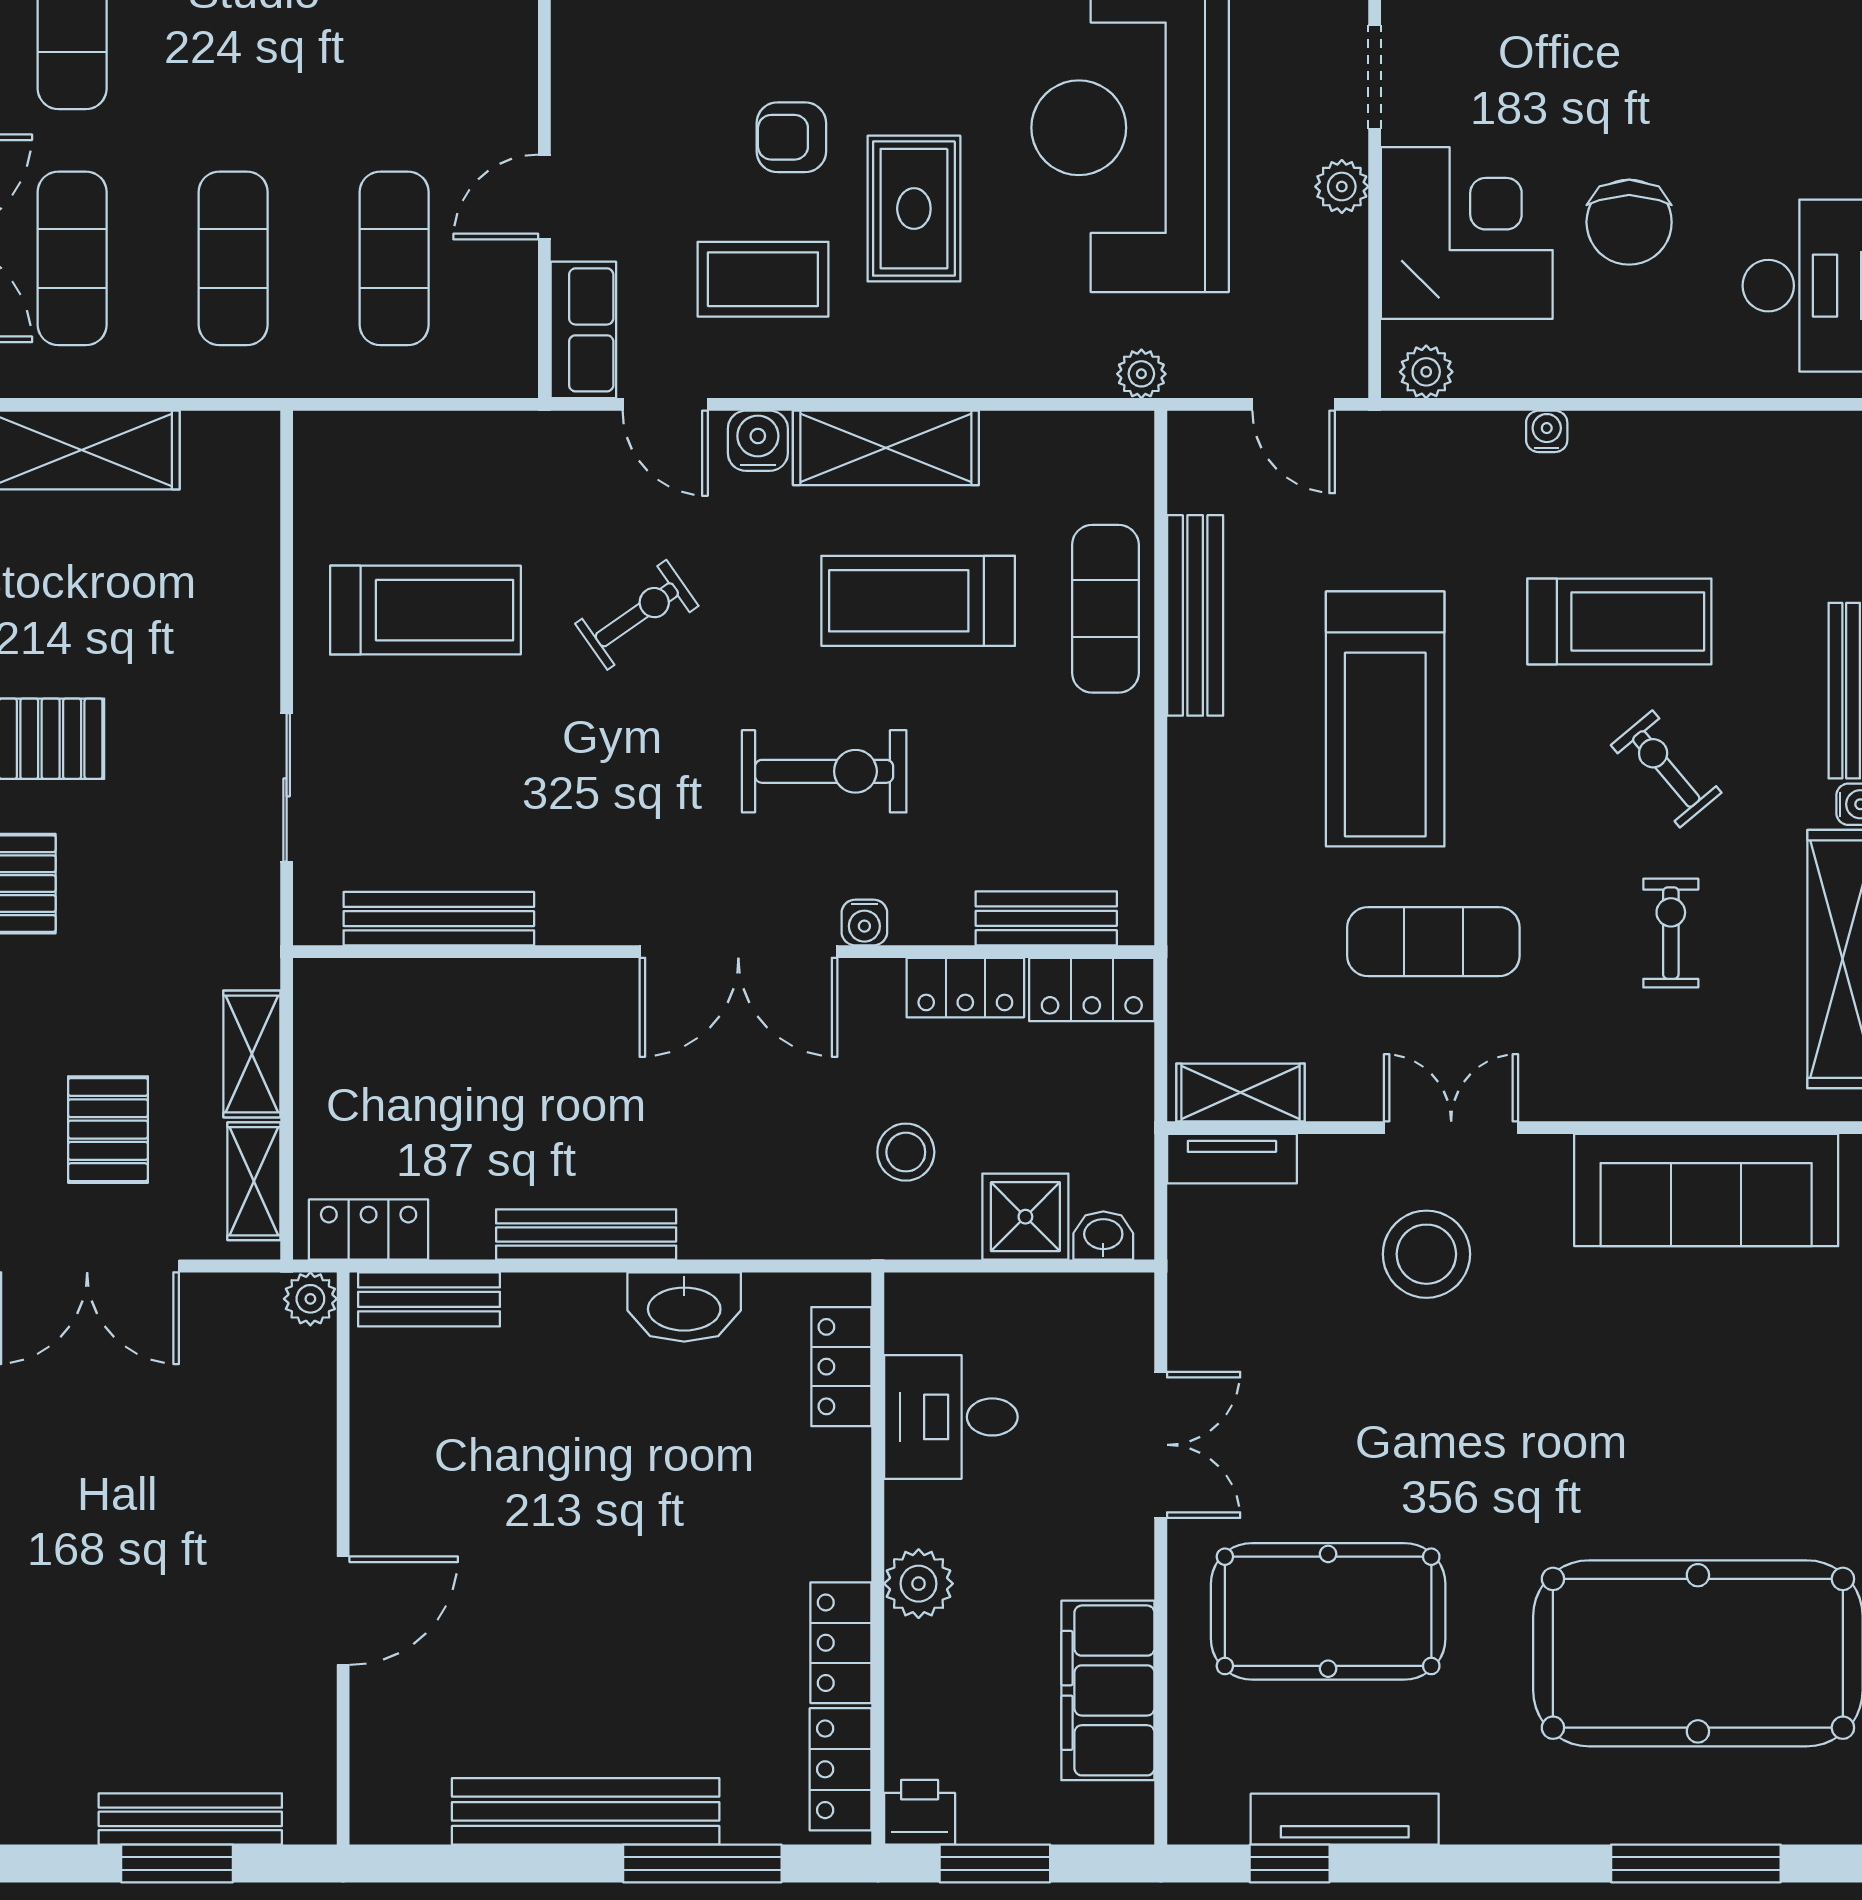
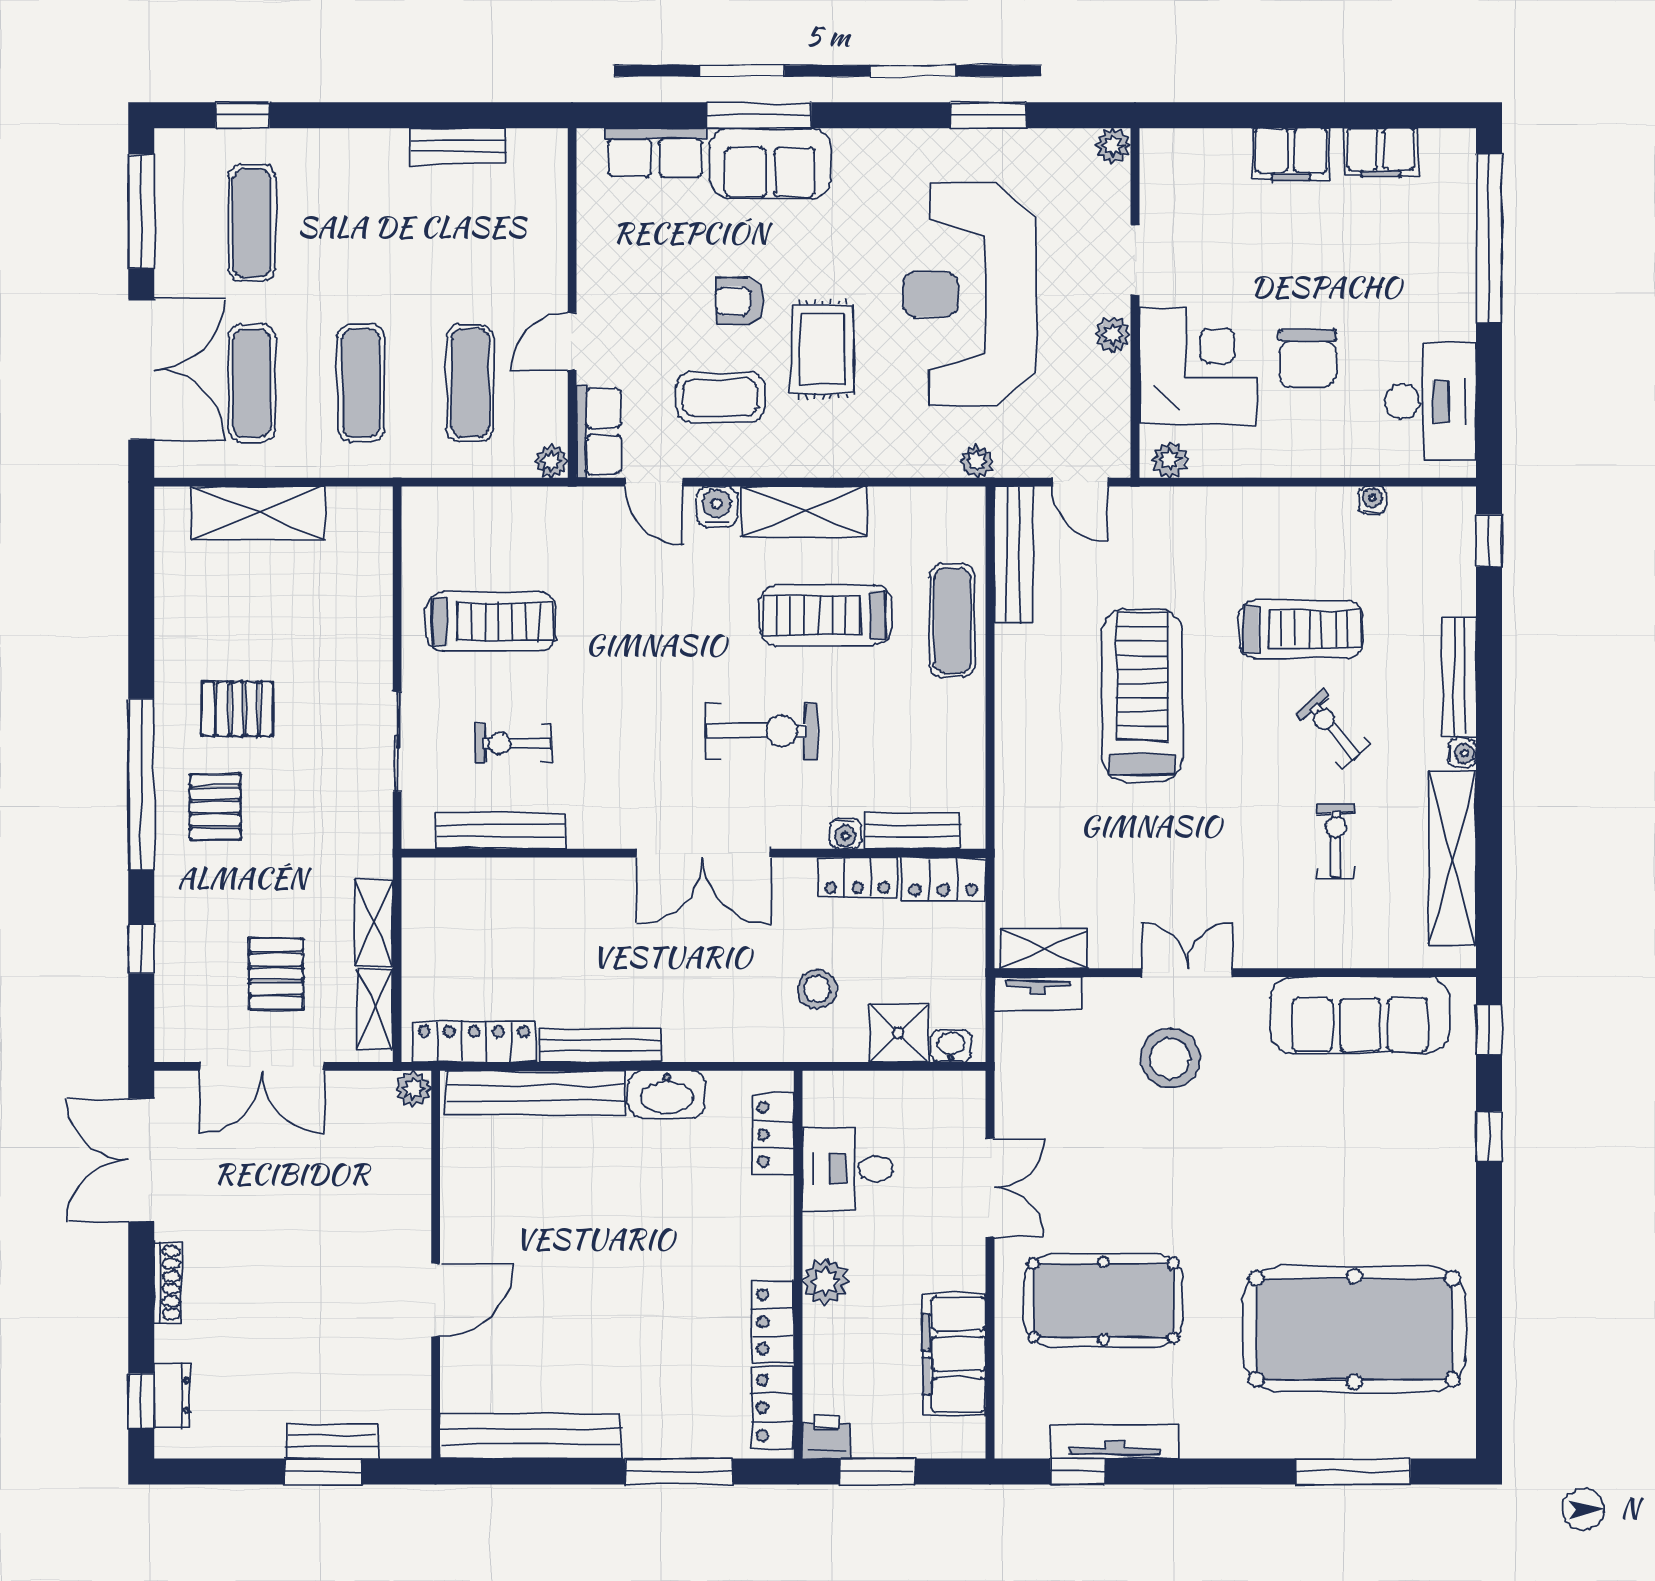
plant: (514, 374) -> (551, 461), added
water cooler: (1547, 431) -> (1372, 500), moved
exercise bike: (637, 615) -> (513, 743), moved, turned -145
bench: (1195, 615) -> (1013, 554), moved
treadmill: (1385, 719) -> (1142, 695), turned 180
water cooler: (864, 922) -> (846, 833), moved
exercise mat: (1433, 942) -> (1175, 846), removed
locker: (369, 1230) -> (474, 1042), width x1.53
bench: (429, 1299) -> (535, 1093), width x1.86, depth x1.21
bench: (586, 1811) -> (530, 1436), moved
bench: (190, 1819) -> (332, 1441), width x0.73

